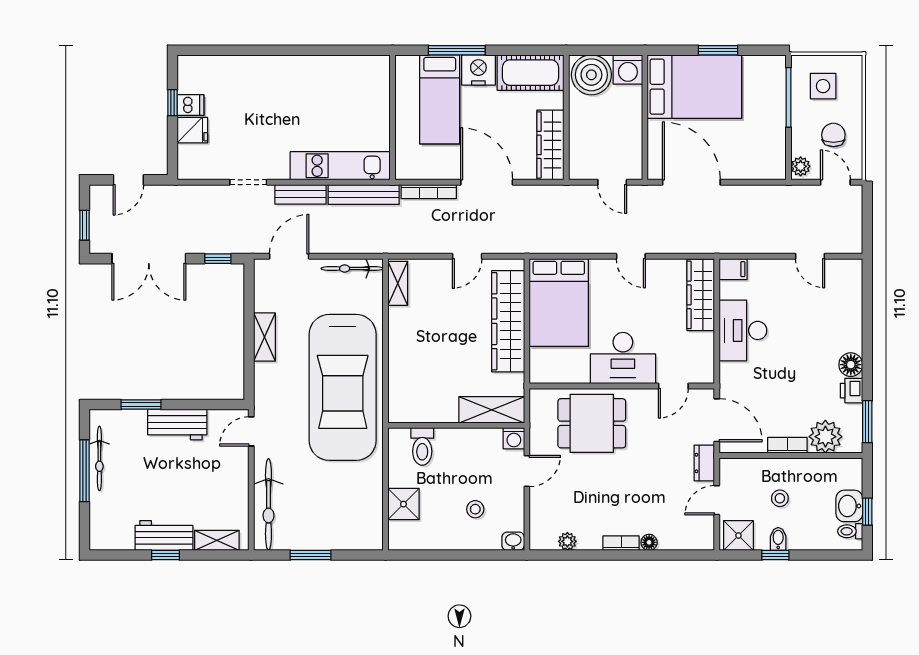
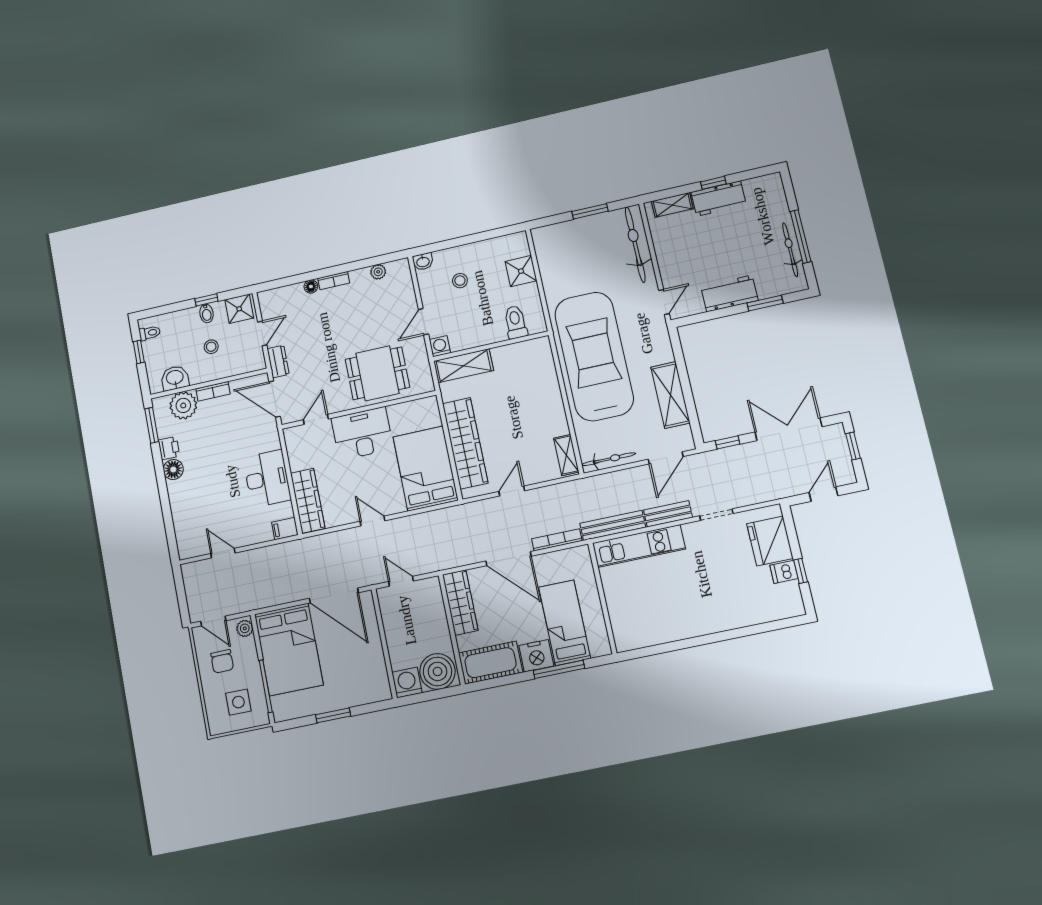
bed: (694, 87) -> (289, 649), moved, turned -90
fridge: (192, 130) -> (770, 541), width x1.88, depth x1.34
shelving: (264, 337) -> (670, 395), width x1.50, depth x1.33
washbasin: (849, 506) -> (175, 378), moved, turned -90

